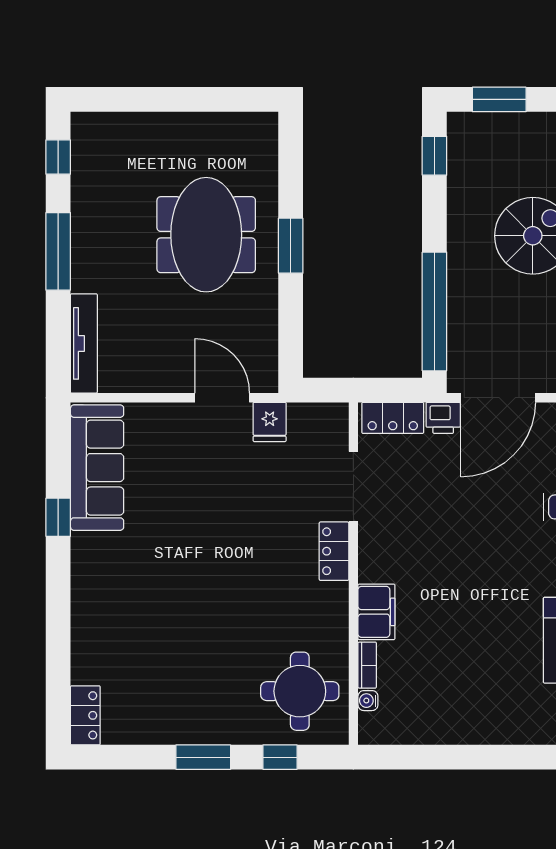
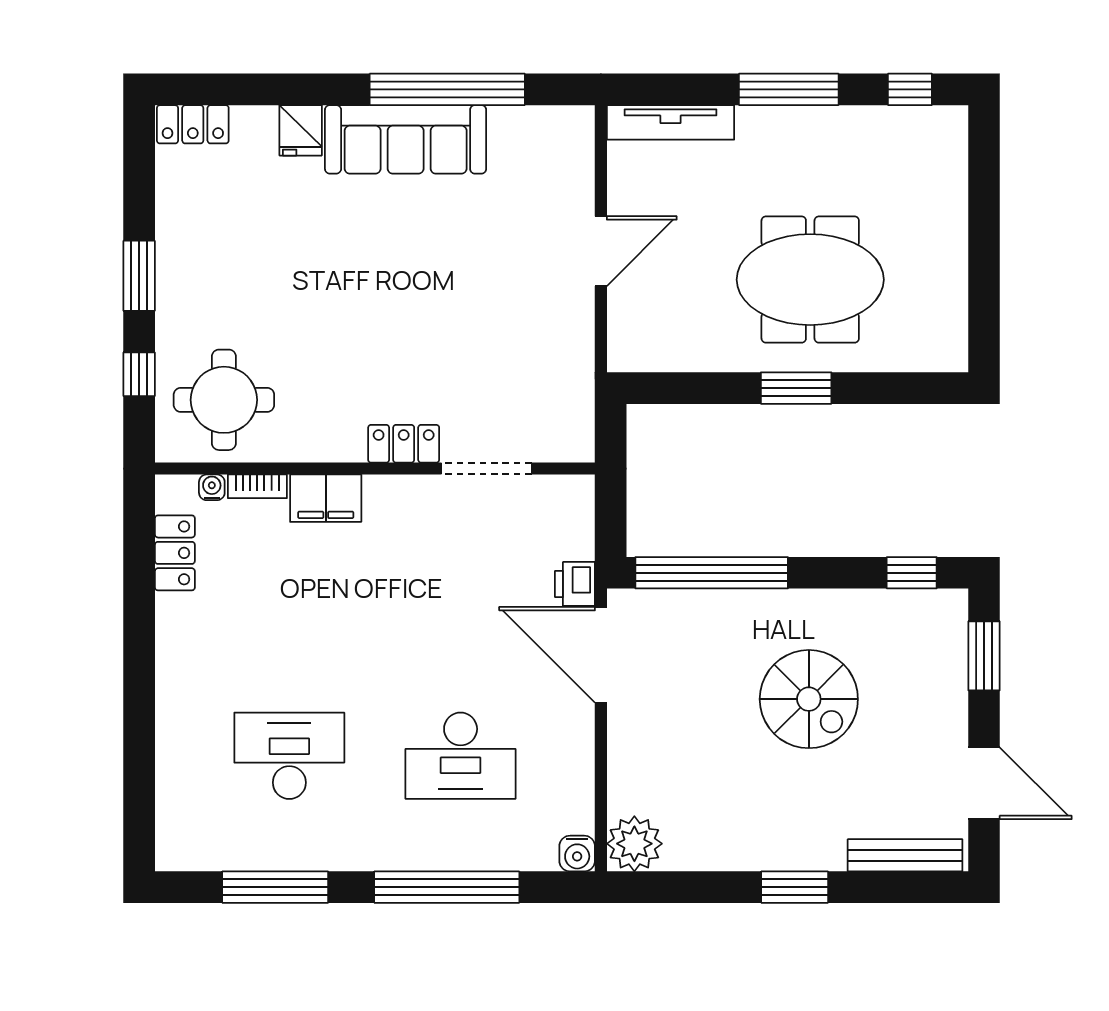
door: (222, 398) -> (601, 251), moved
locker: (393, 418) -> (175, 553), moved, turned 180
fridge: (270, 422) -> (301, 130), moved, turned -90
sofa: (97, 468) -> (406, 139), moved
window: (58, 517) -> (447, 89), width x3.17

